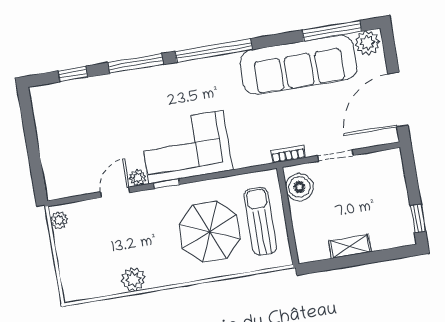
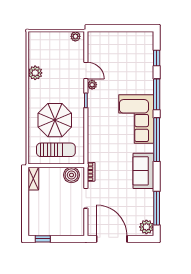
sofa: (298, 65) -> (143, 171), width x0.54, depth x0.79
corner sofa: (186, 147) -> (136, 119), moved, turned 180
shelving: (350, 246) -> (33, 179), moved

